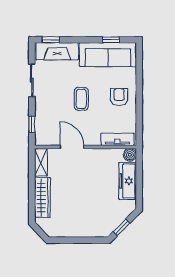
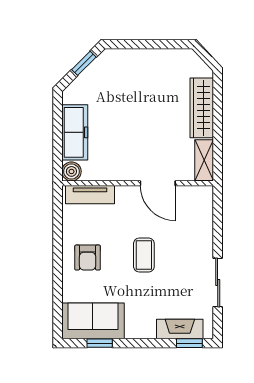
fireplace: (57, 51) -> (180, 329), width x0.73, depth x0.76
sofa: (108, 55) -> (93, 321), width x0.73
window: (32, 124) -> (218, 217), removed

